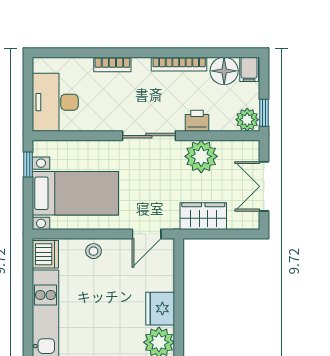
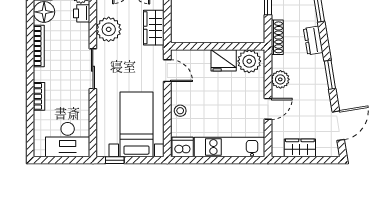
printer: (197, 121) -> (82, 13), moved

